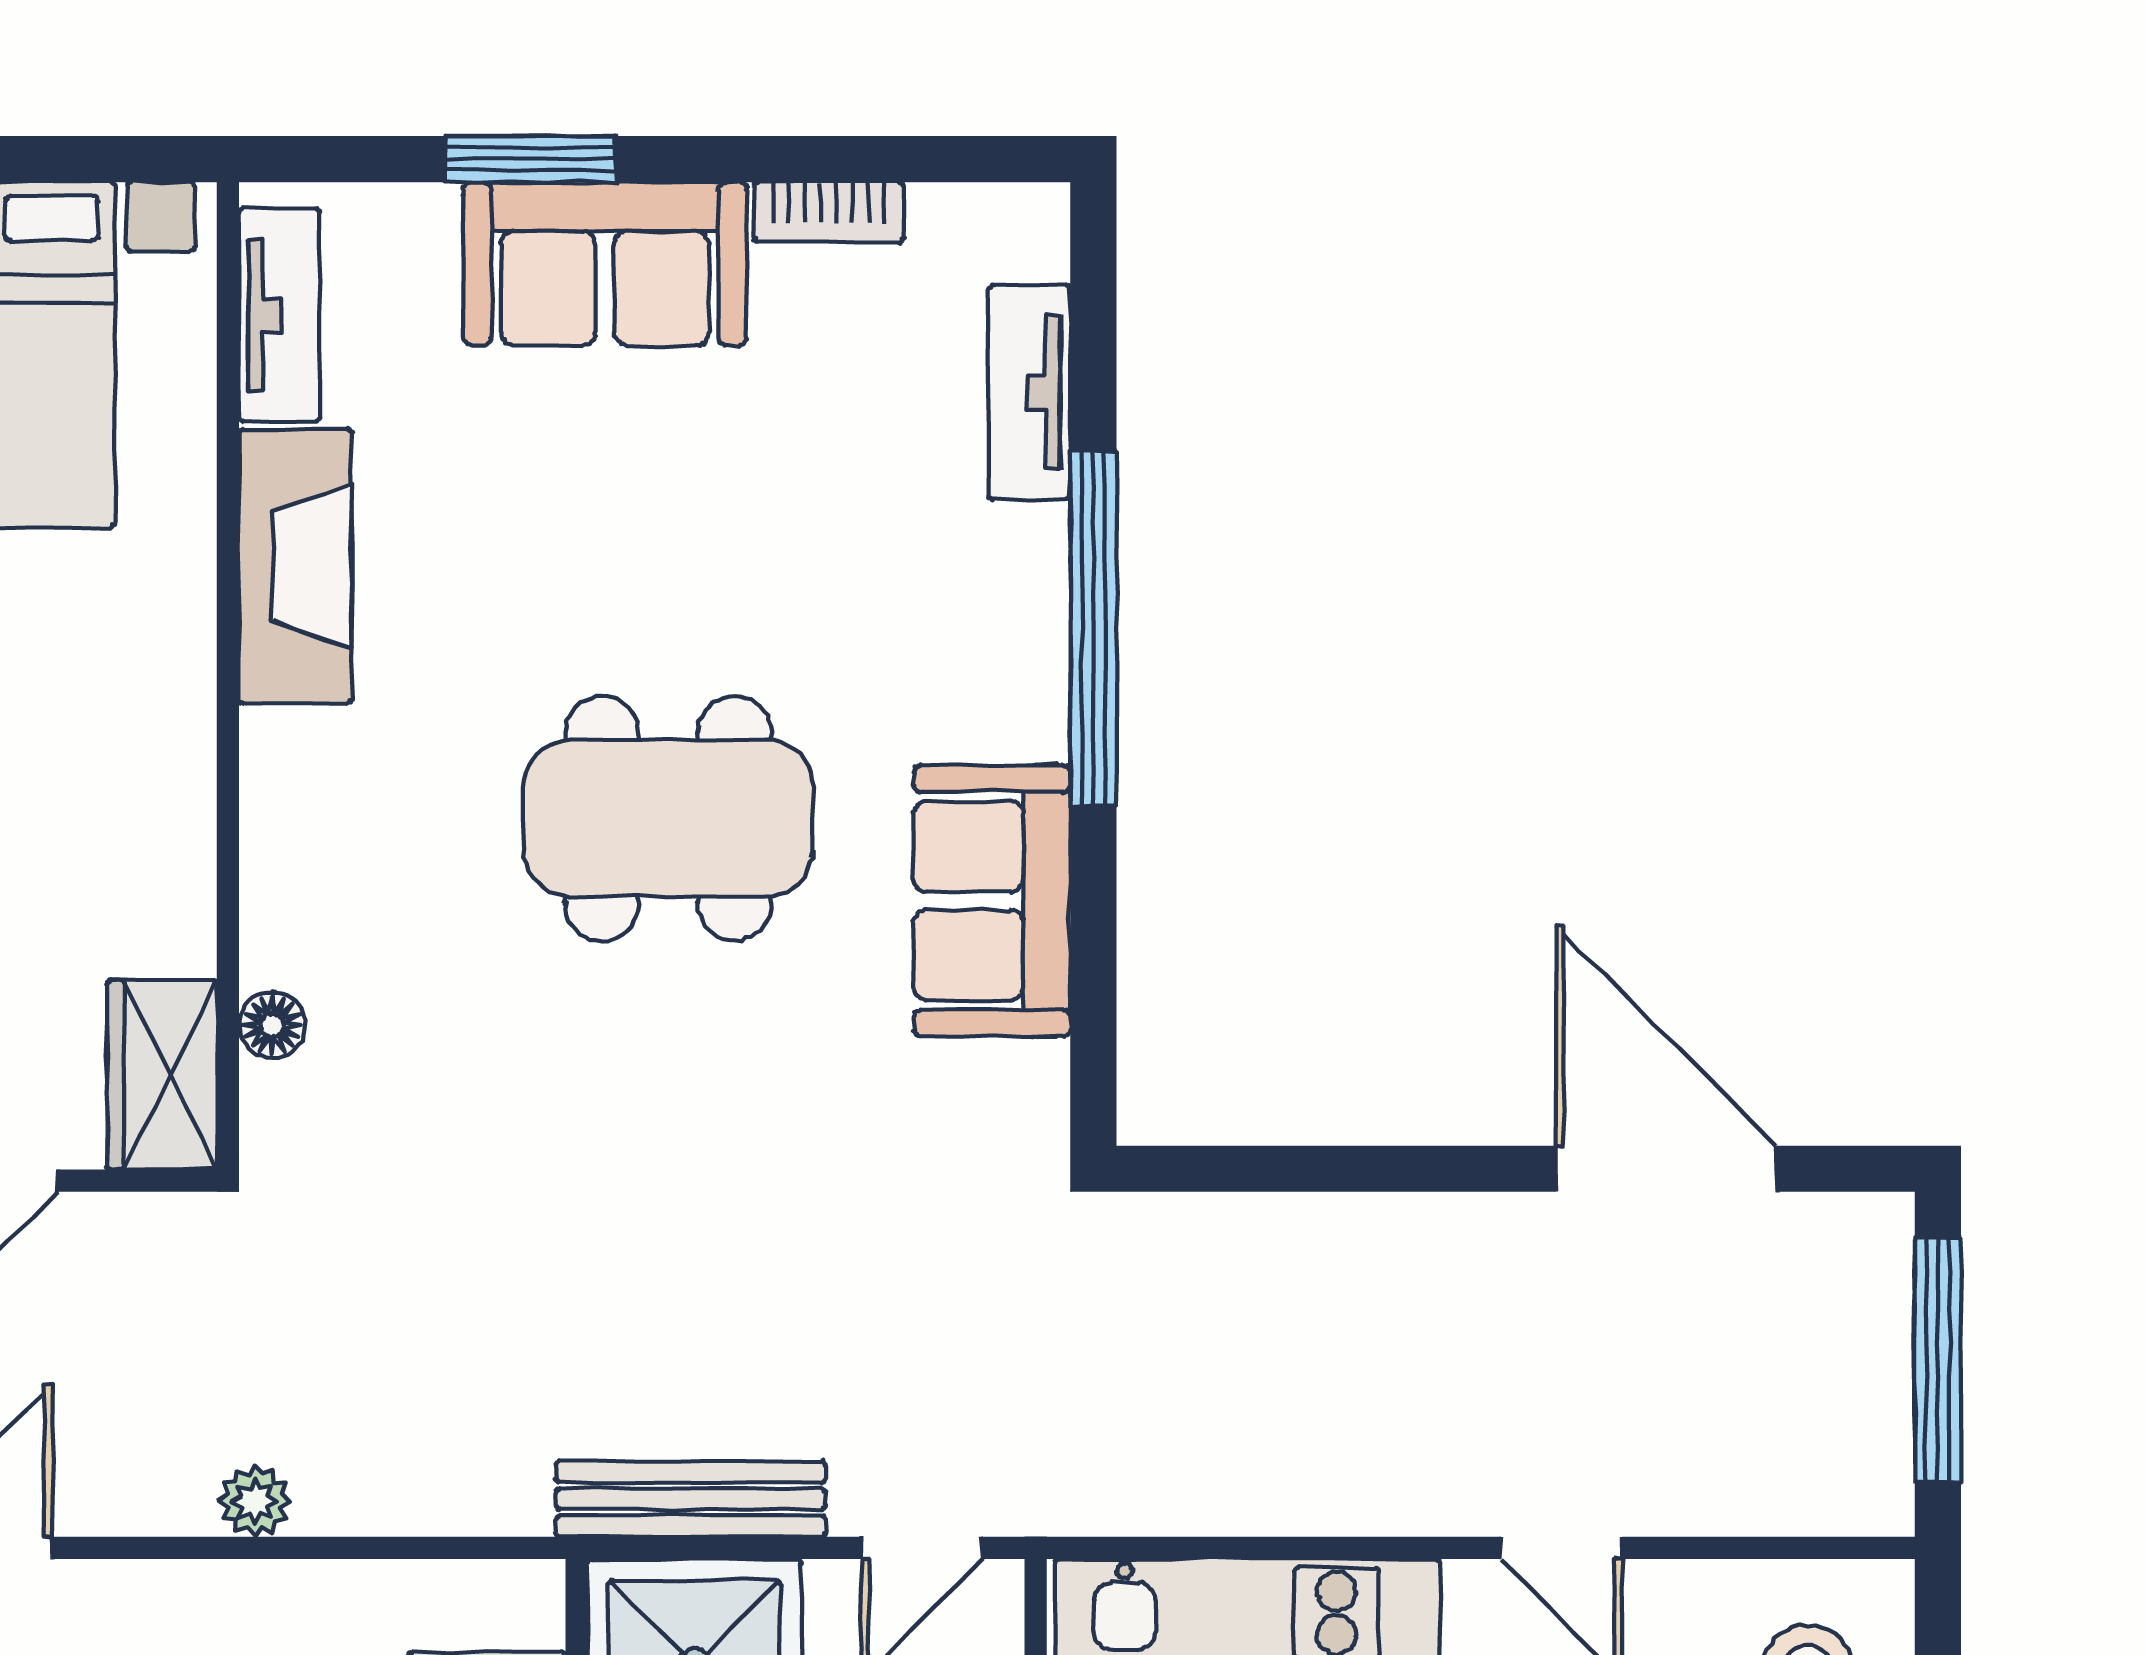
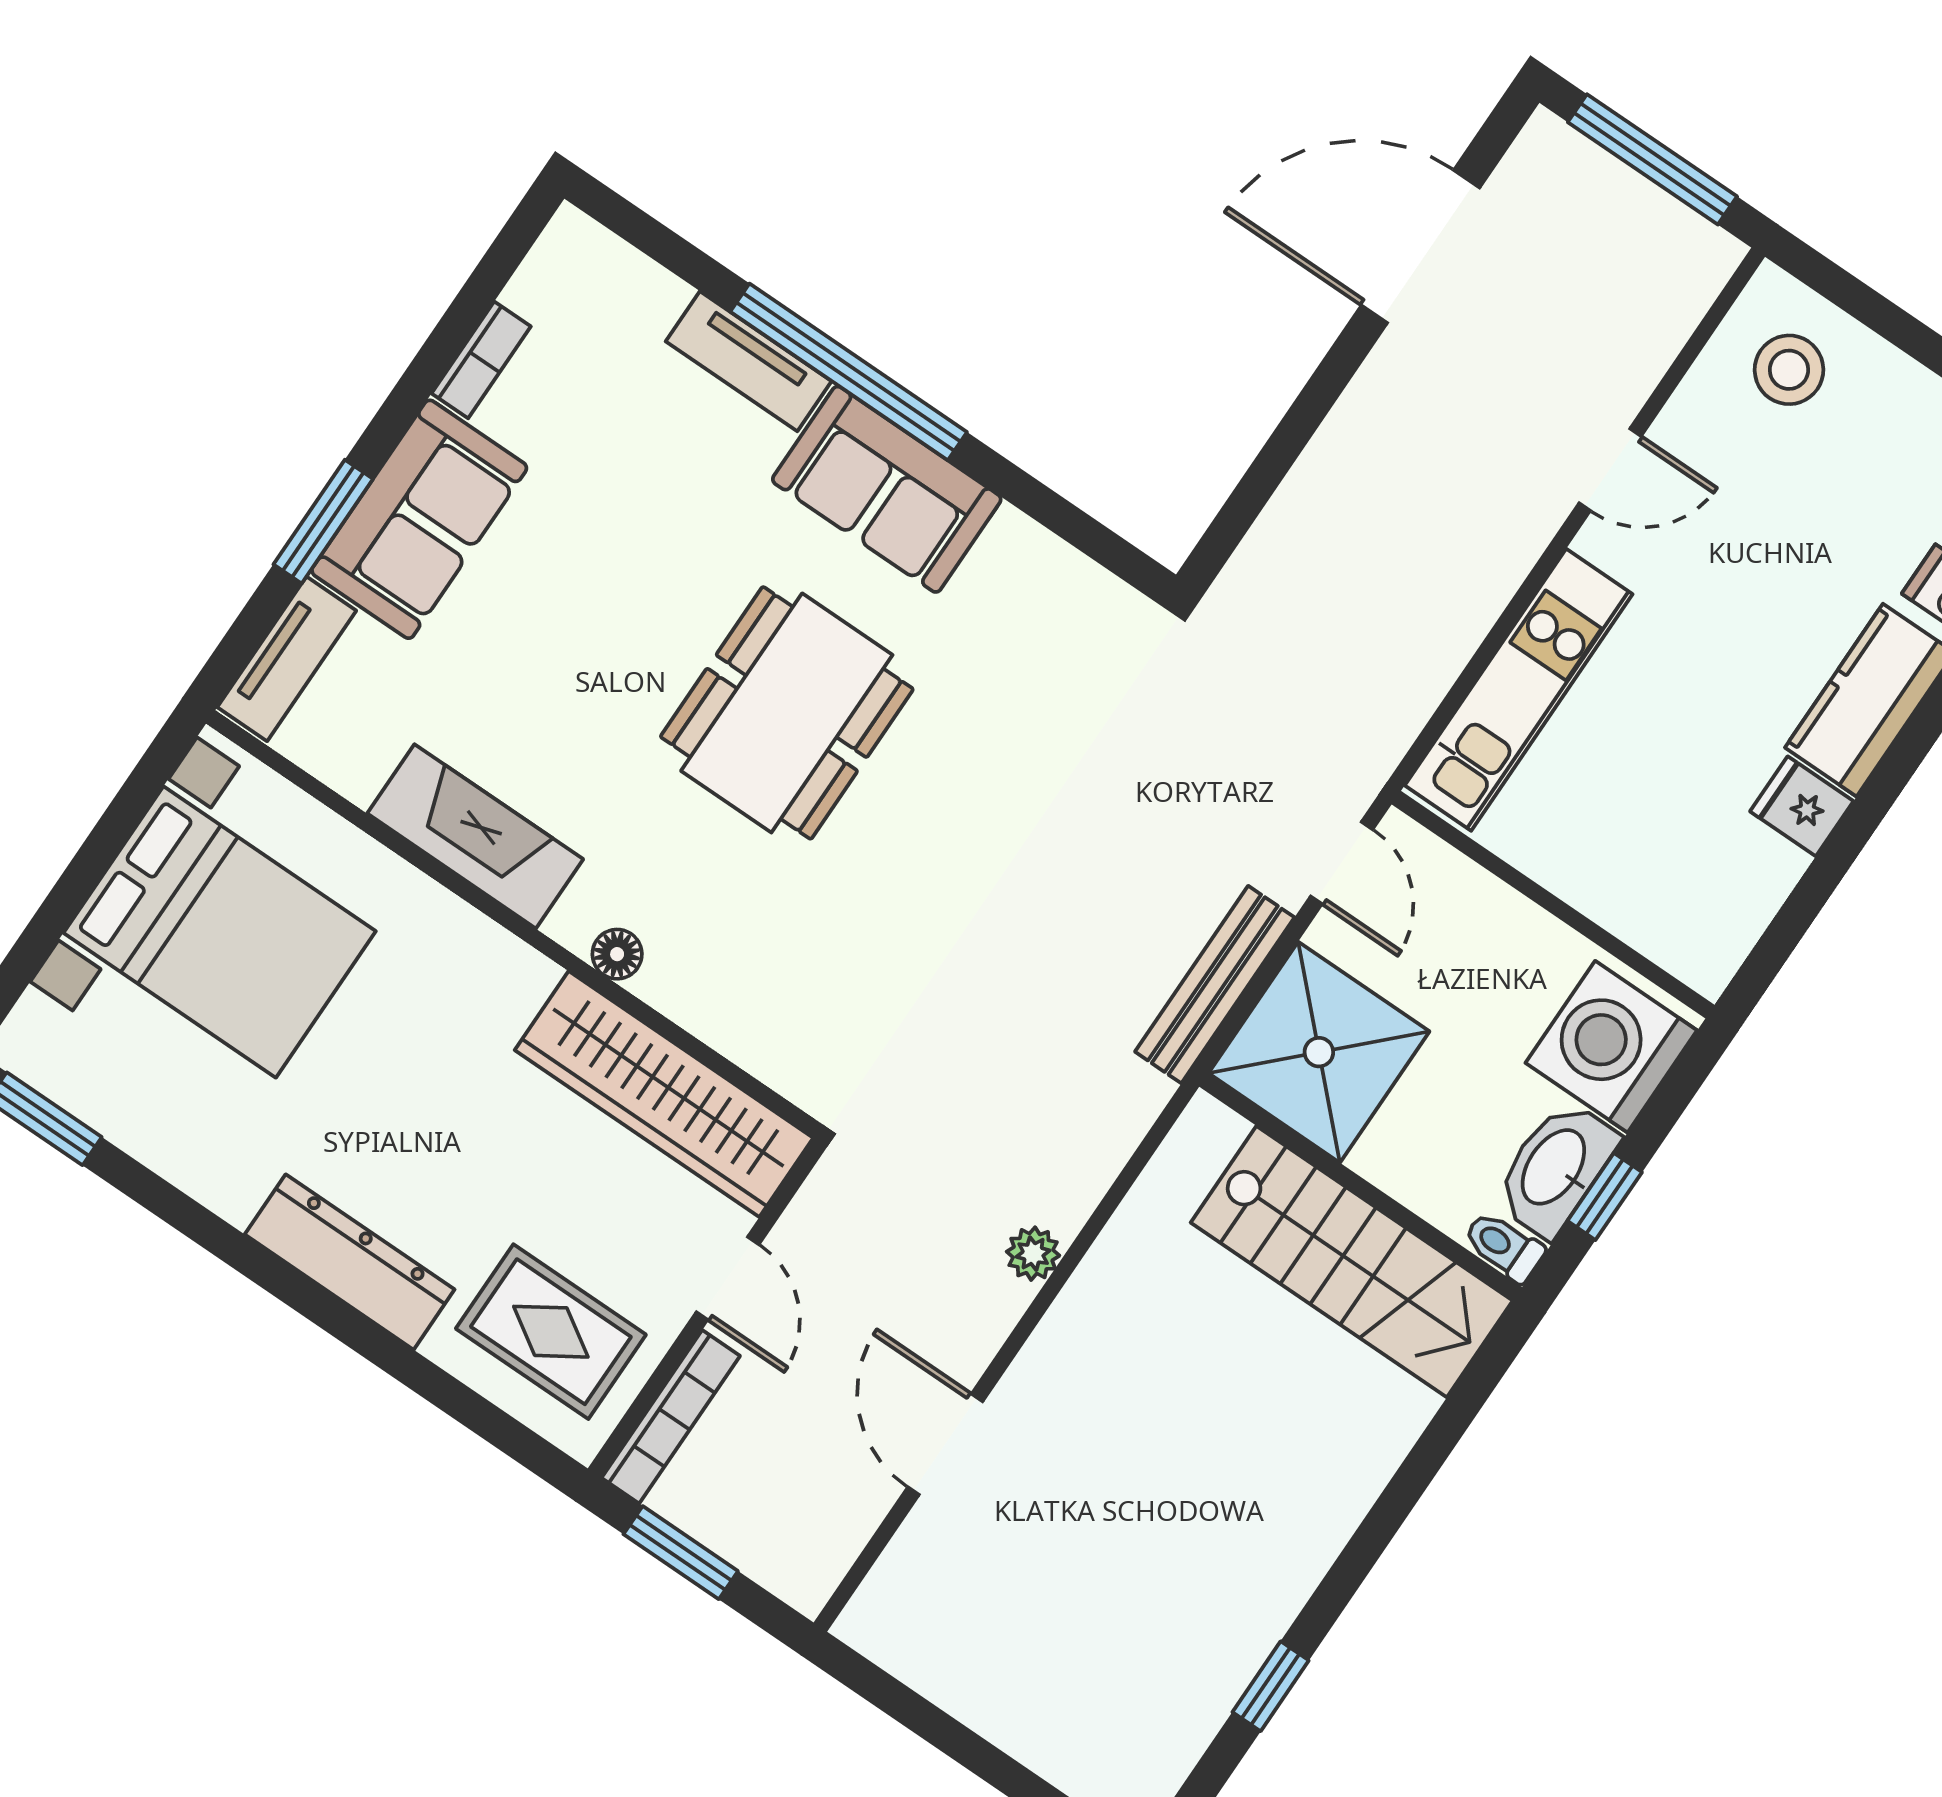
tv unit: (279, 315) -> (287, 659), moved, turned 90
tv unit: (1030, 392) -> (749, 361), moved
sofa: (992, 901) -> (887, 489), moved
floor lamp: (272, 1025) -> (617, 954), moved
wardrobe: (162, 1075) -> (664, 1094), width x2.10, depth x1.17

